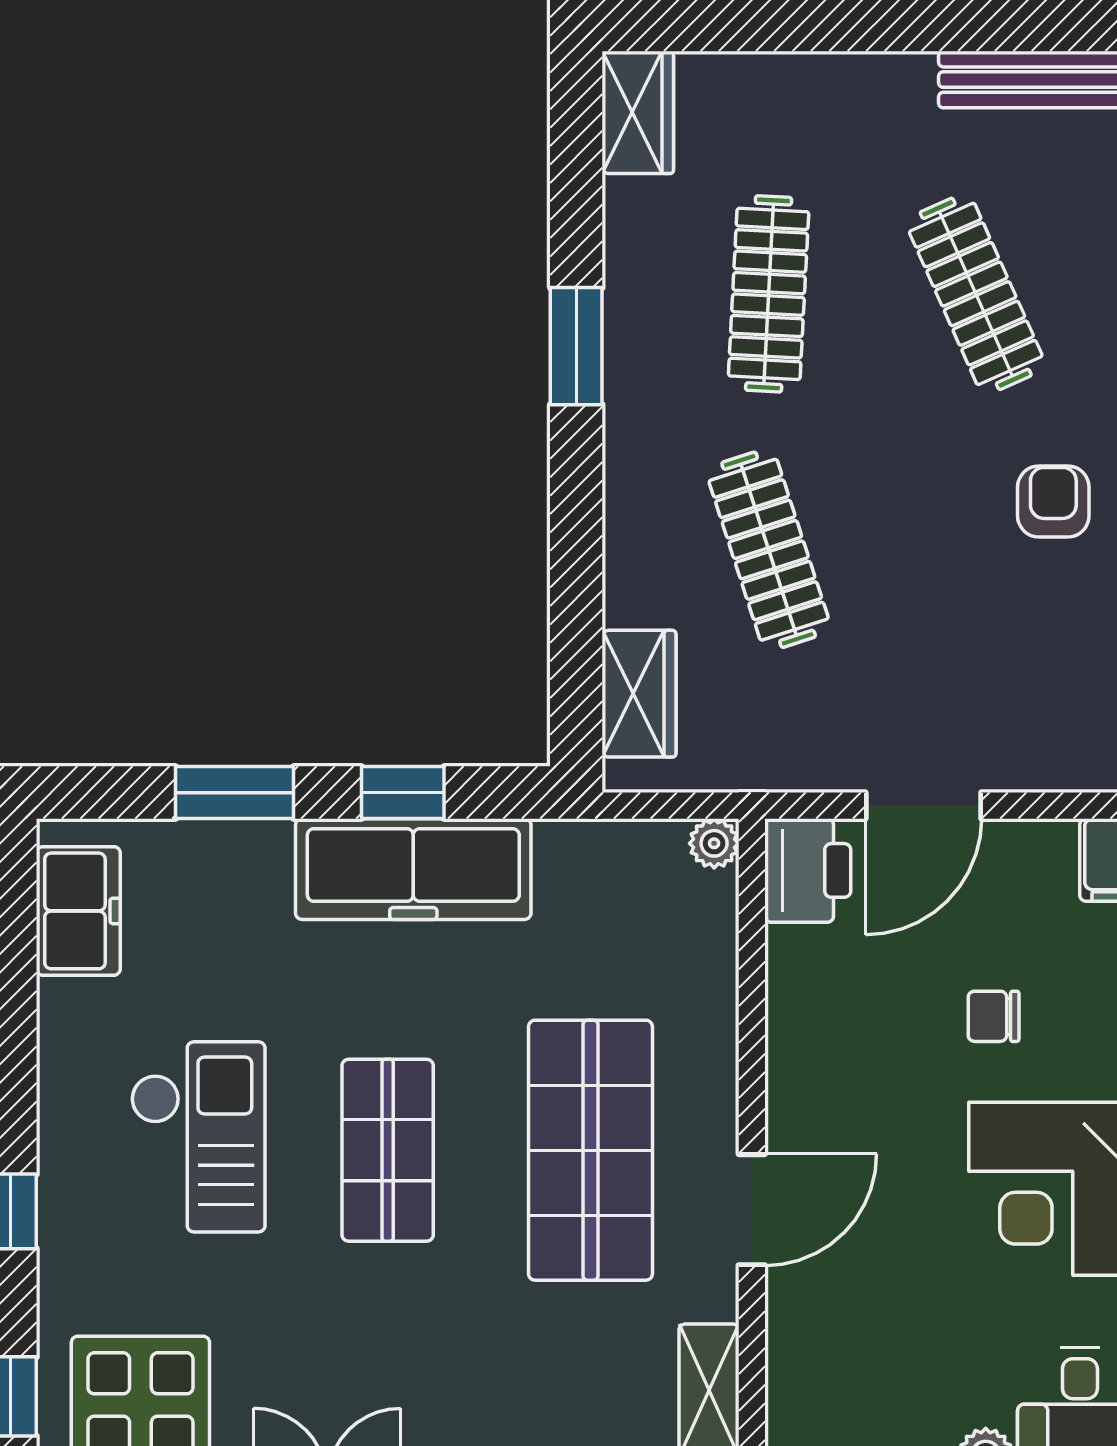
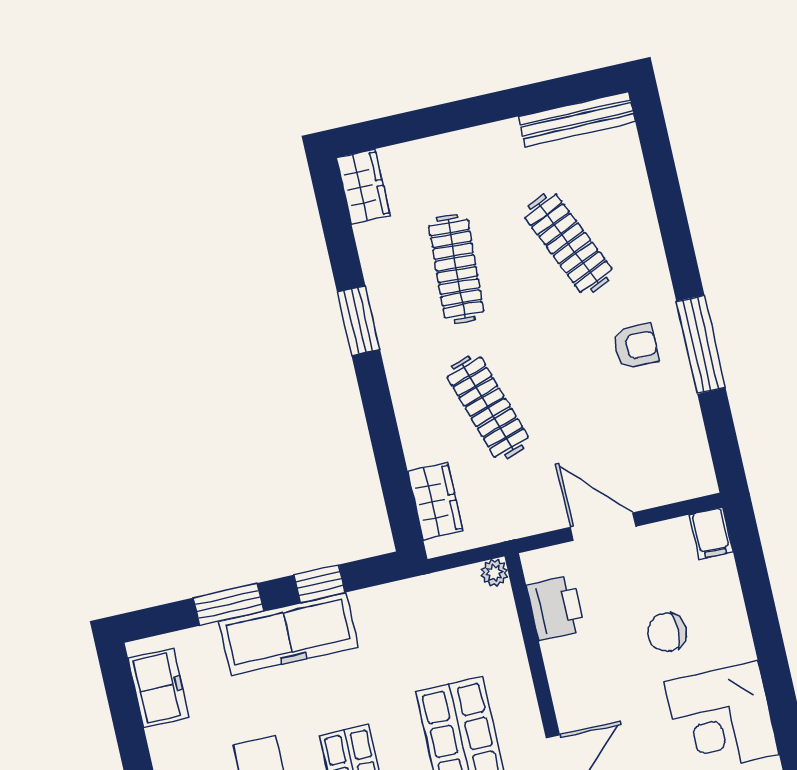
armchair: (1053, 501) -> (636, 346), turned 90
door: (923, 806) -> (603, 527), swing flipped
freezer: (413, 869) -> (288, 634), moved
printer: (808, 870) -> (556, 608), moved
chair: (994, 1016) -> (667, 632), width x1.37, depth x1.37

